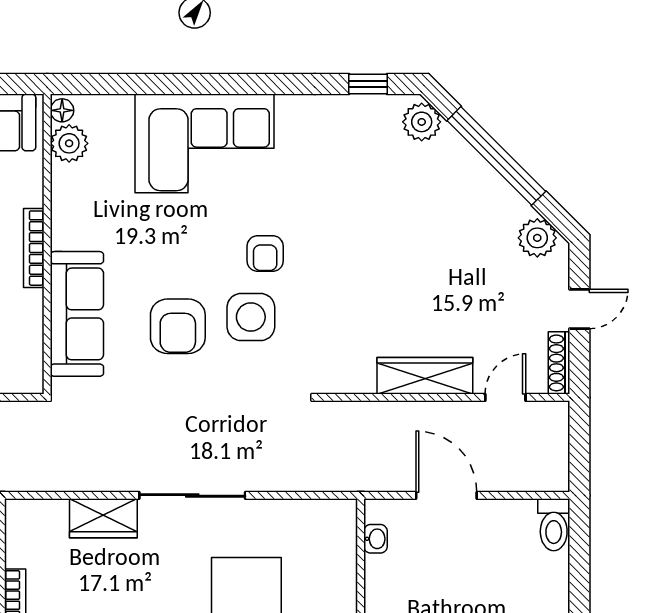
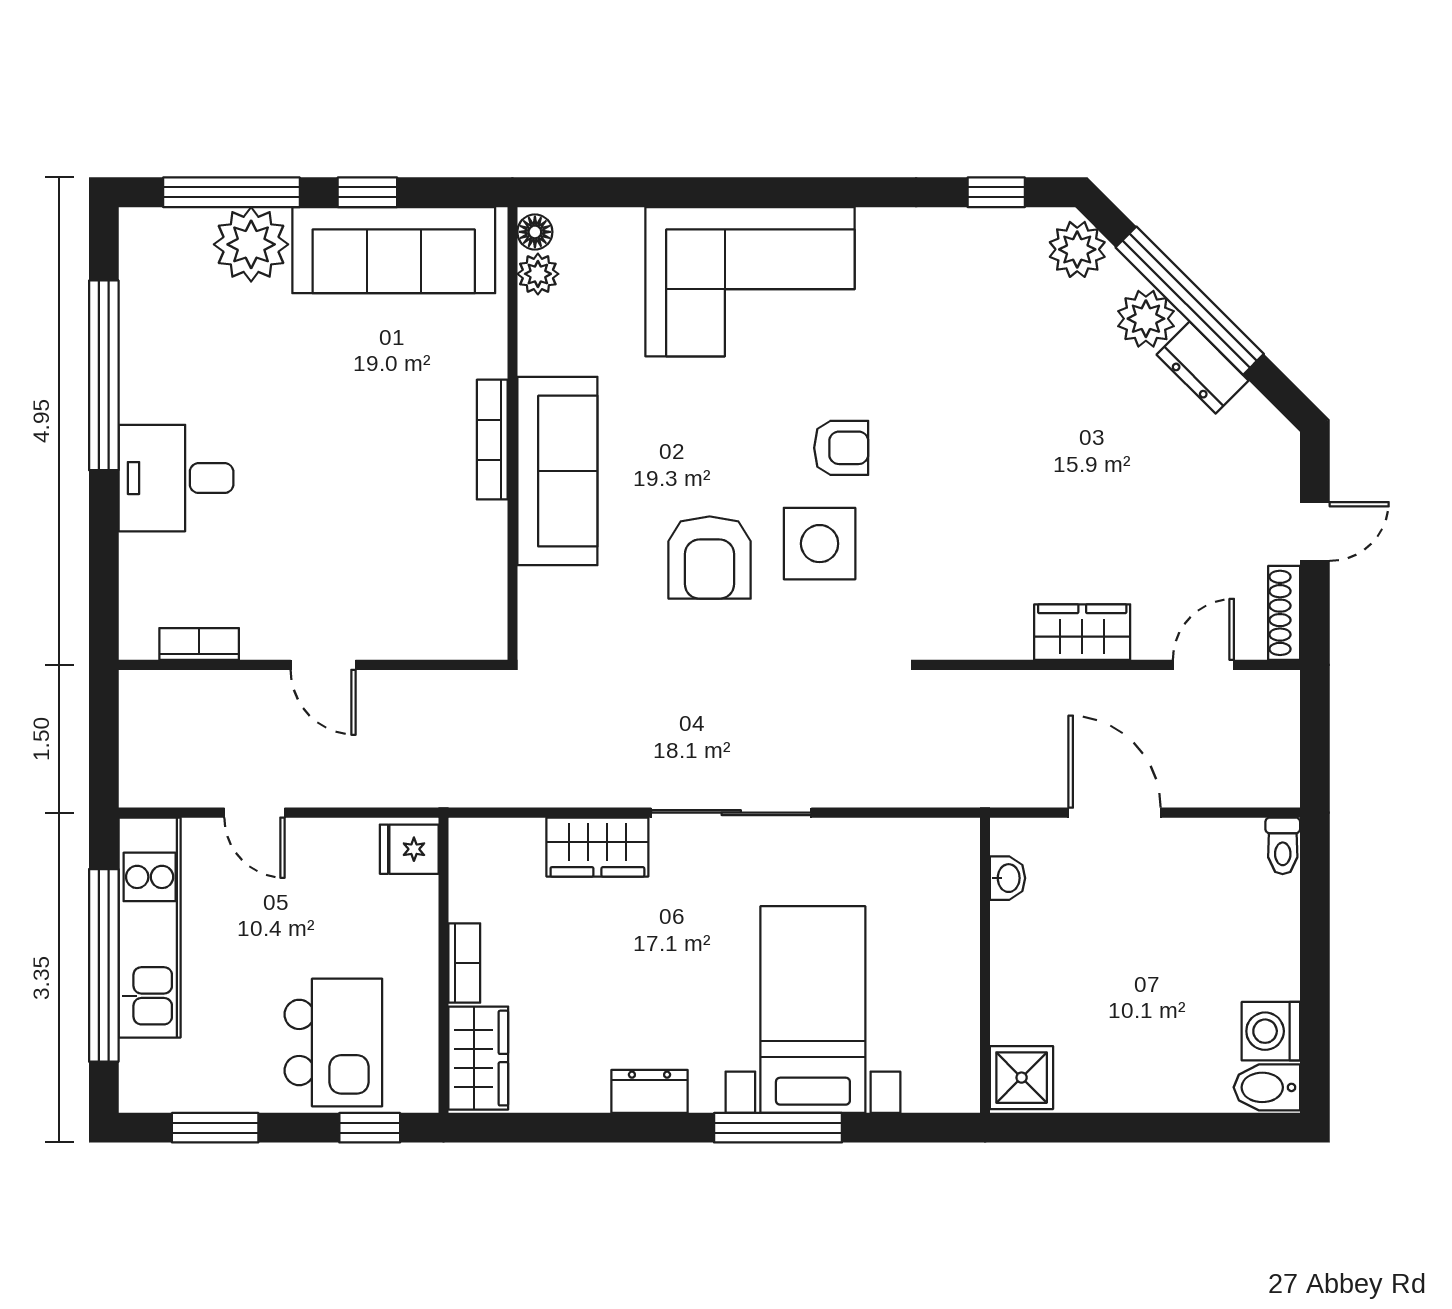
plant: (69, 143) -> (538, 274), width x0.73, depth x0.73
dresser: (505, 200) -> (1203, 368), added
plant: (537, 238) -> (1146, 319), moved
armchair: (265, 254) -> (841, 448), turned -90
sofa: (77, 314) -> (557, 471), moved
wardrobe: (425, 376) -> (1082, 632), width x0.67
toilet: (554, 525) -> (1283, 846), width x0.73, depth x0.72

